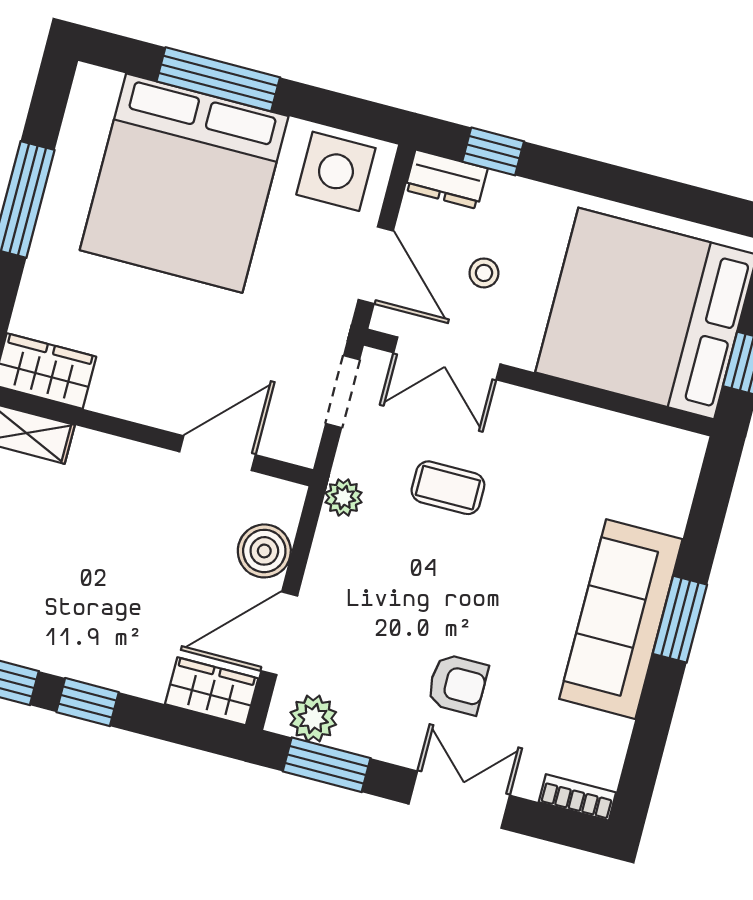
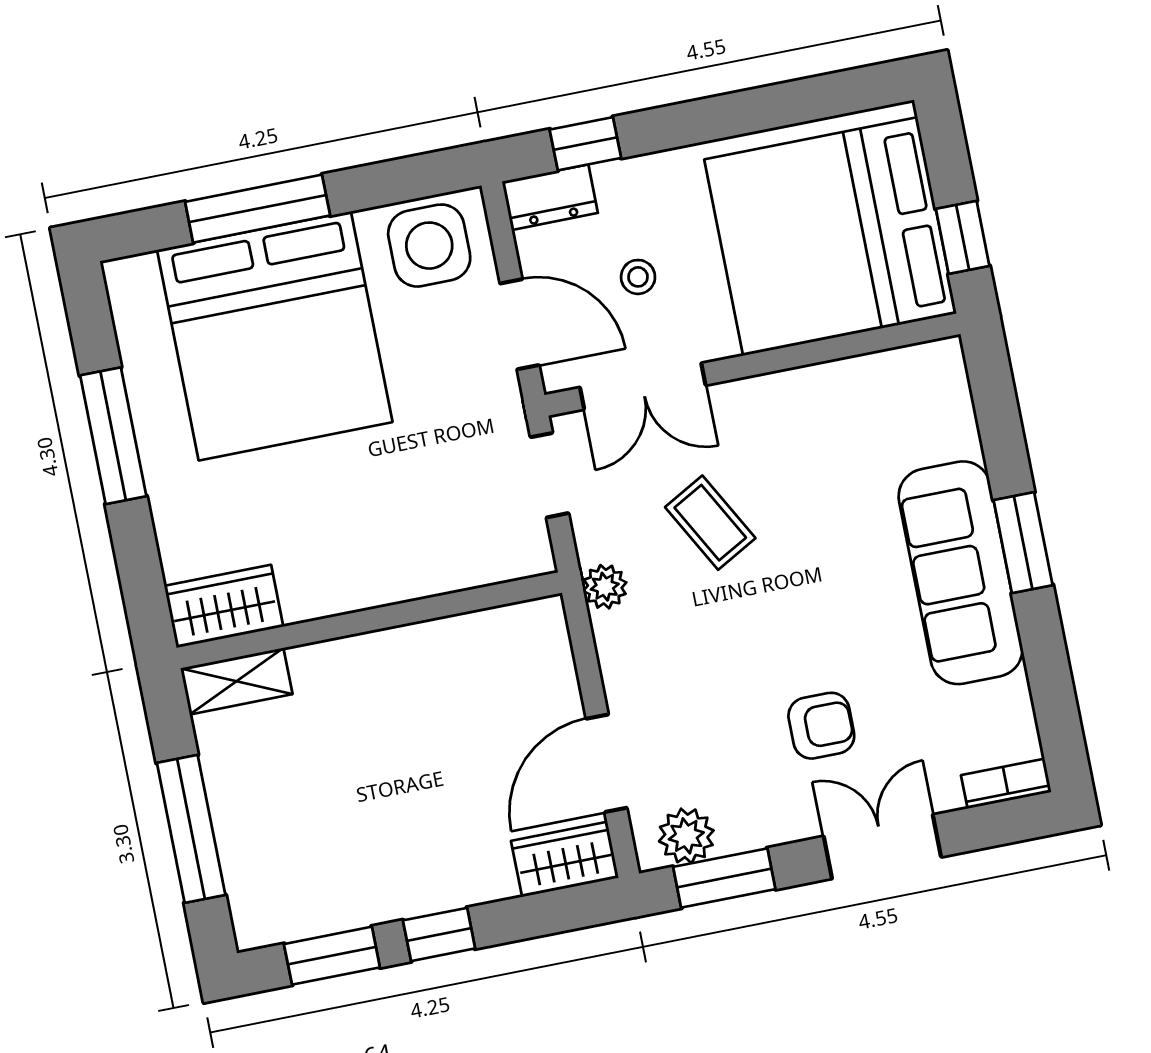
door: (217, 453) -> (449, 605), removed
coffee table: (448, 488) -> (710, 523), turned 61
boiler: (264, 551) -> (548, 684), removed

